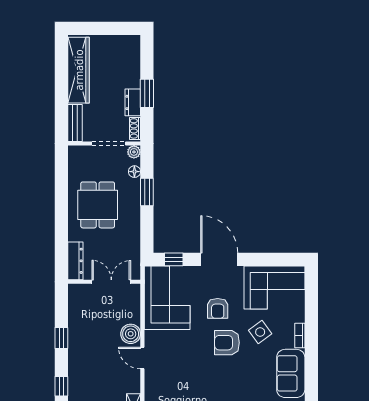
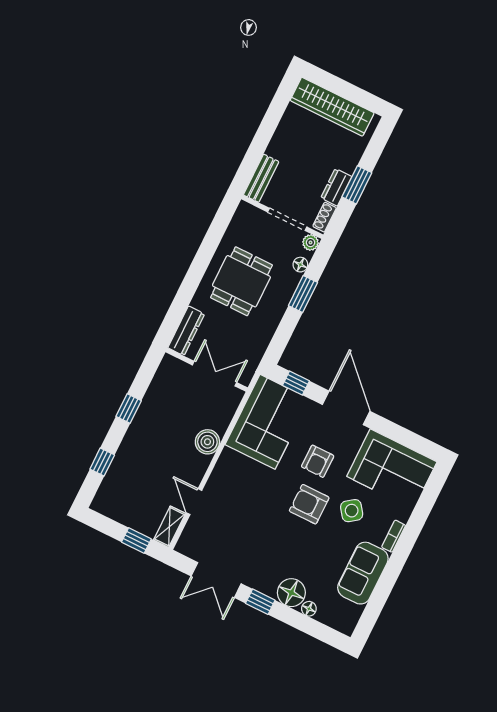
wardrobe: (79, 70) -> (332, 107), moved, turned 90
door: (142, 358) -> (194, 502), moved

